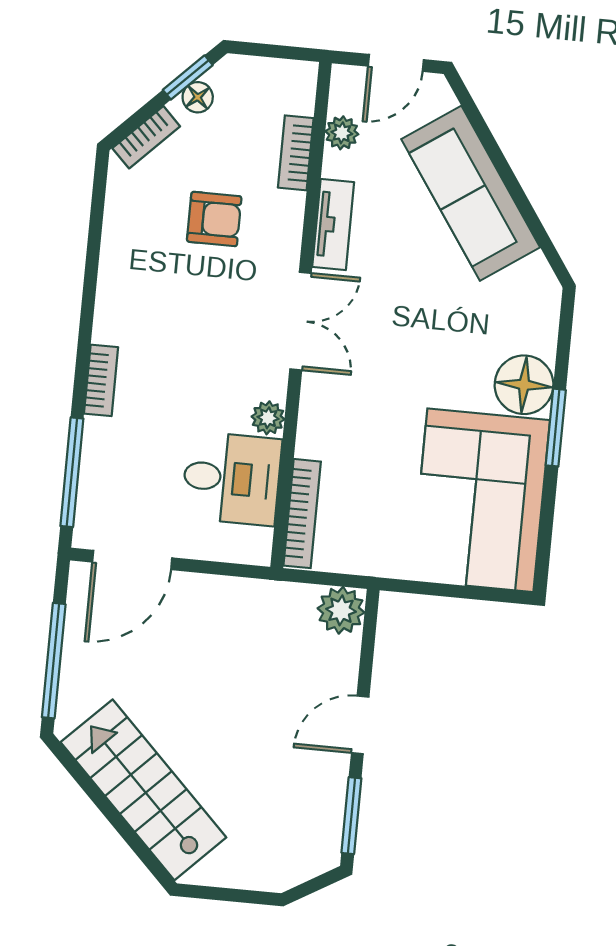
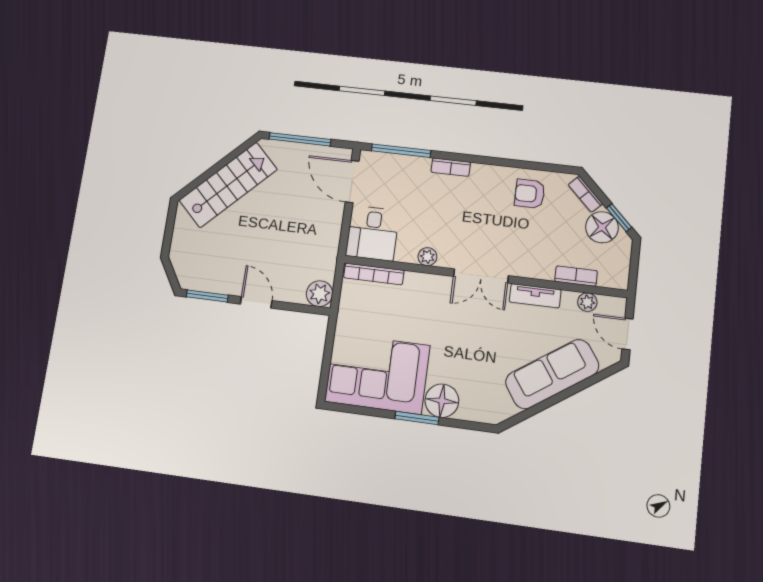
floor lamp: (198, 97) -> (602, 227), width x1.89, depth x1.89
armchair: (214, 219) -> (530, 194), moved, turned 90
desk: (232, 478) -> (372, 233), moved

